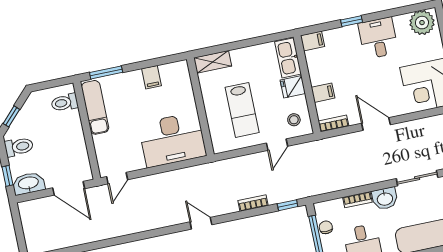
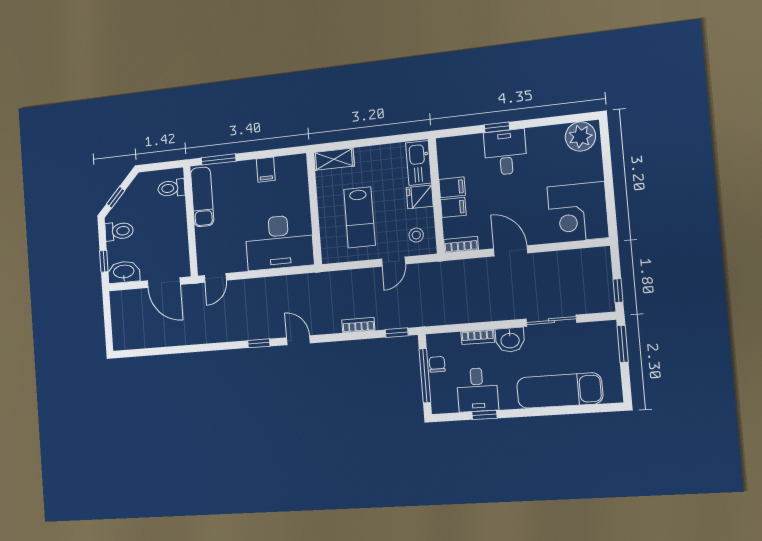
desk: (378, 38) -> (505, 152), moved
filing cabinet: (312, 41) -> (452, 187), moved
window: (165, 231) -> (259, 343), added

